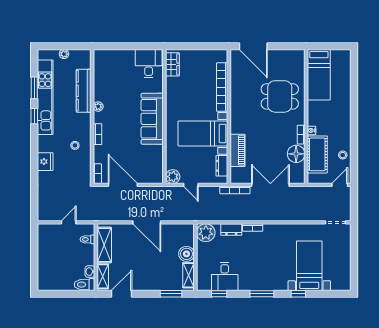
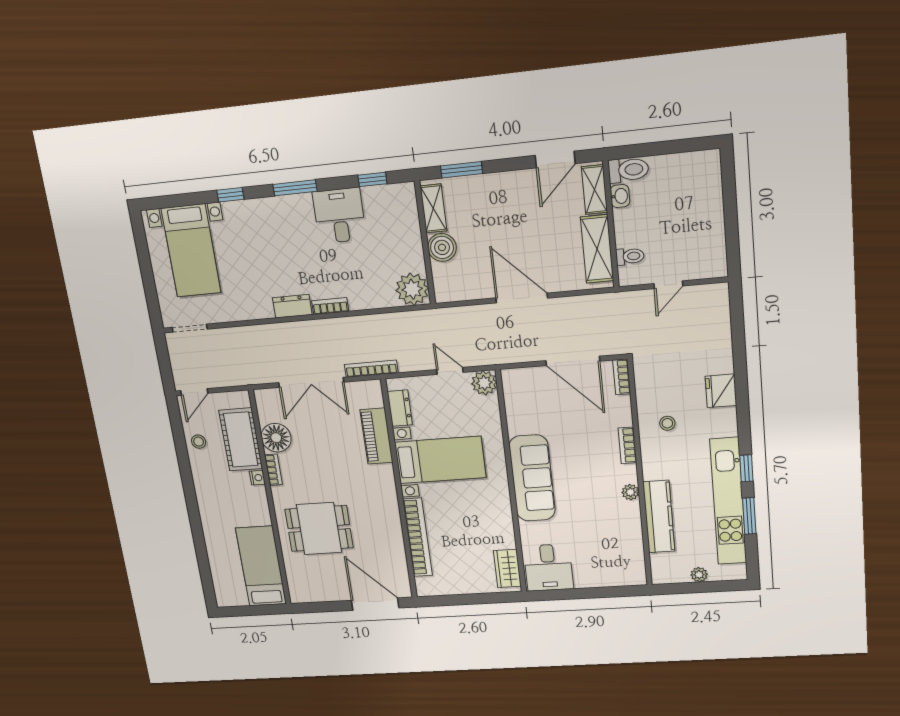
dresser: (231, 229) -> (292, 306), moved
bed with nightstands: (309, 266) -> (191, 251), moved
desk: (225, 277) -> (339, 216), moved

